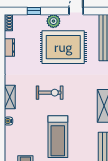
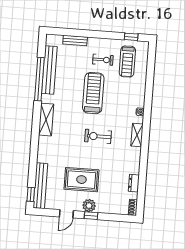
window: (34, 11) -> (91, 216), moved
rug: (63, 47) -> (81, 180), width x0.73, depth x0.69

